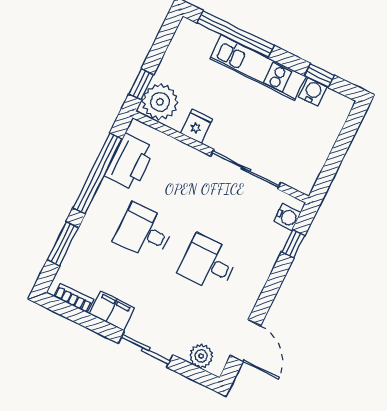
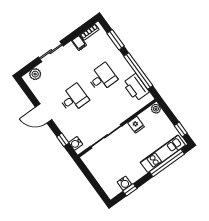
kitchen unit: (258, 68) -> (163, 154), moved
window: (141, 84) -> (181, 129), moved
plant: (160, 102) -> (156, 109), width x0.53, depth x0.53
filing cabinet: (112, 311) -> (79, 43), width x0.50
door: (246, 341) -> (44, 113), moved

